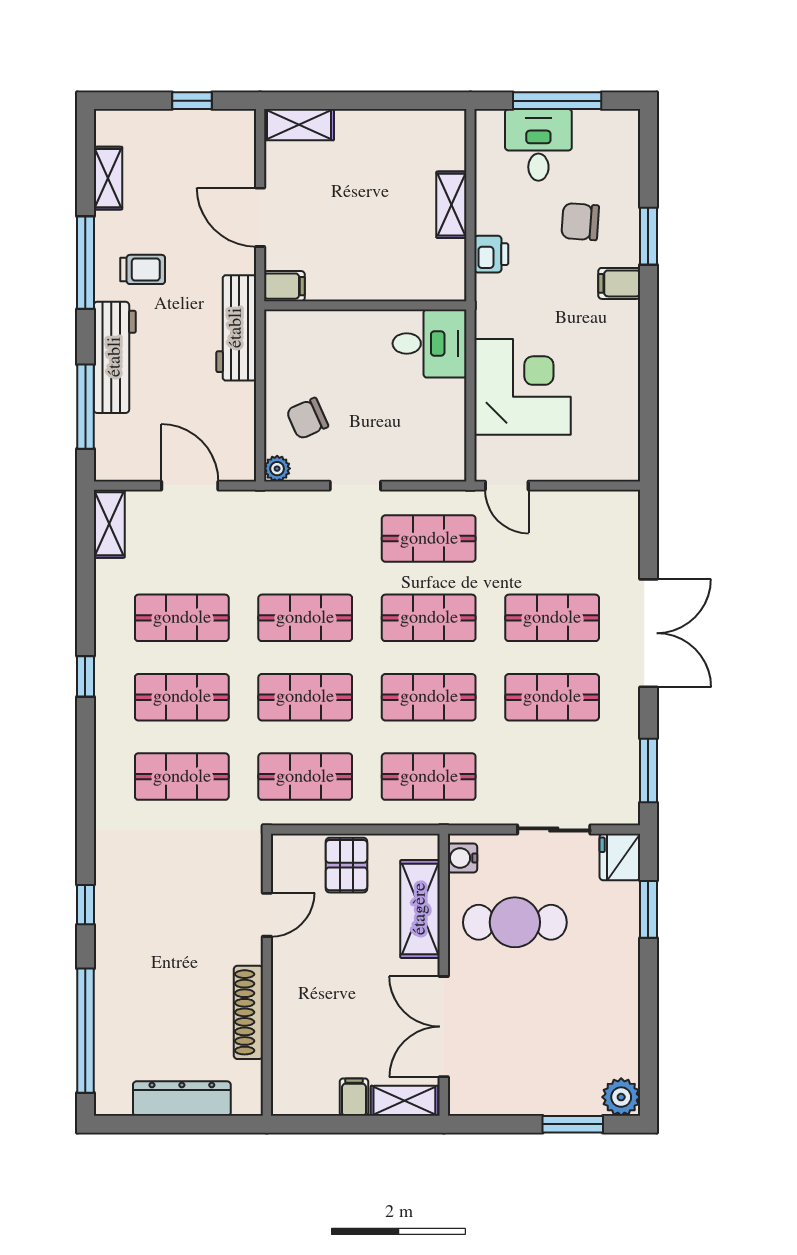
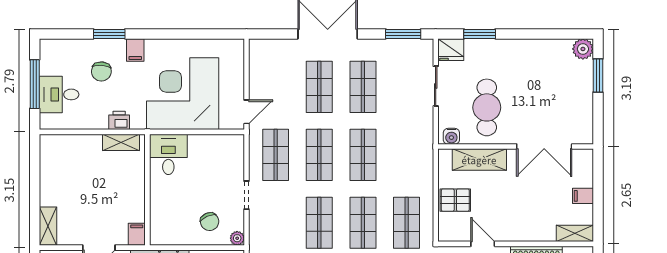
shelving: (451, 205) -> (121, 142), moved
corner desk: (523, 387) -> (183, 94), width x1.36, depth x1.36
shop shelf: (429, 777) -> (407, 155), removed
shelving: (404, 1101) -> (575, 233), moved, turned 90

